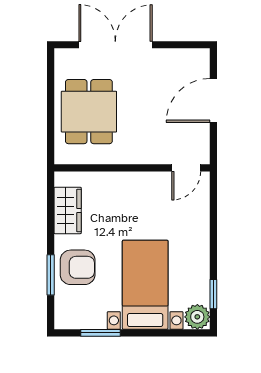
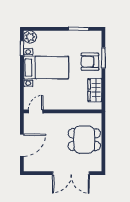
dining table: (89, 112) -> (84, 140), turned 90
bed with nightstands: (145, 285) -> (46, 68), moved, turned -90

